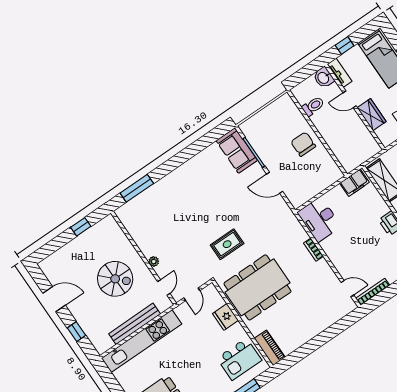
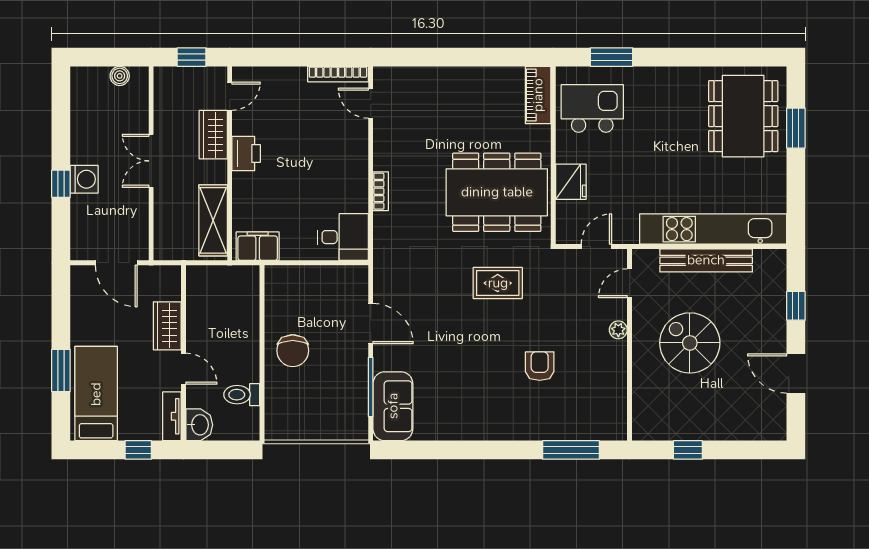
armchair: (180, 218) -> (540, 366), added
desk: (319, 219) -> (343, 237), width x0.73

